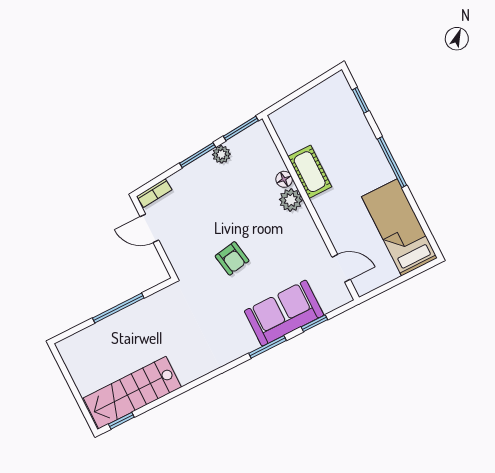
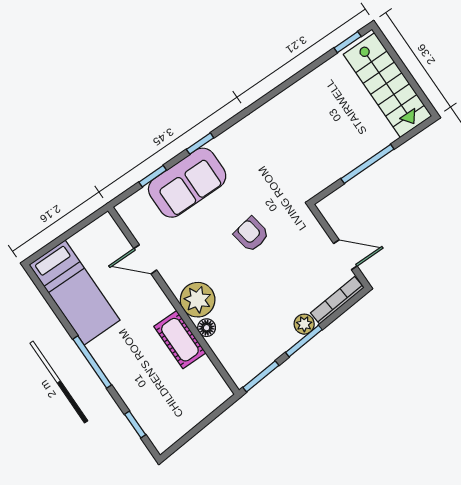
plant: (221, 154) -> (304, 324), moved
bookcase: (154, 193) -> (337, 300), width x1.56
plant: (291, 200) -> (198, 300), width x1.36, depth x1.36
door: (341, 268) -> (145, 259), moved
window: (267, 347) -> (200, 144), width x0.67
stairs: (132, 393) -> (388, 85), moved, turned 90

